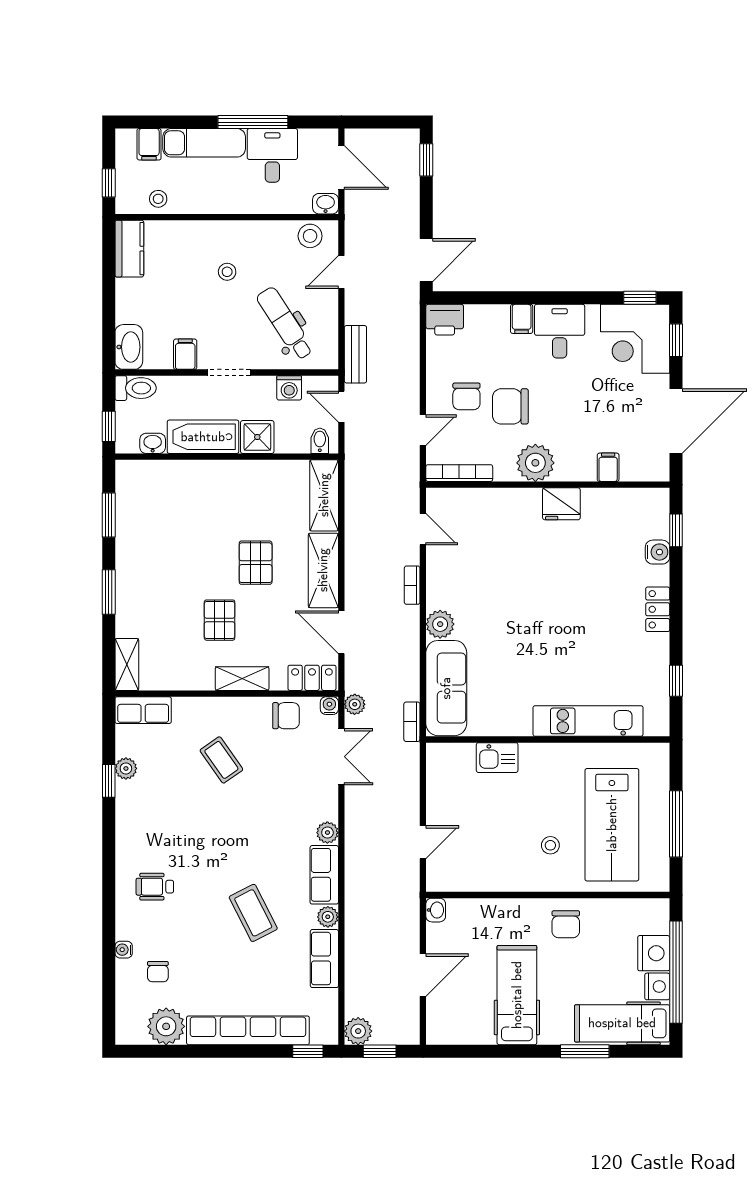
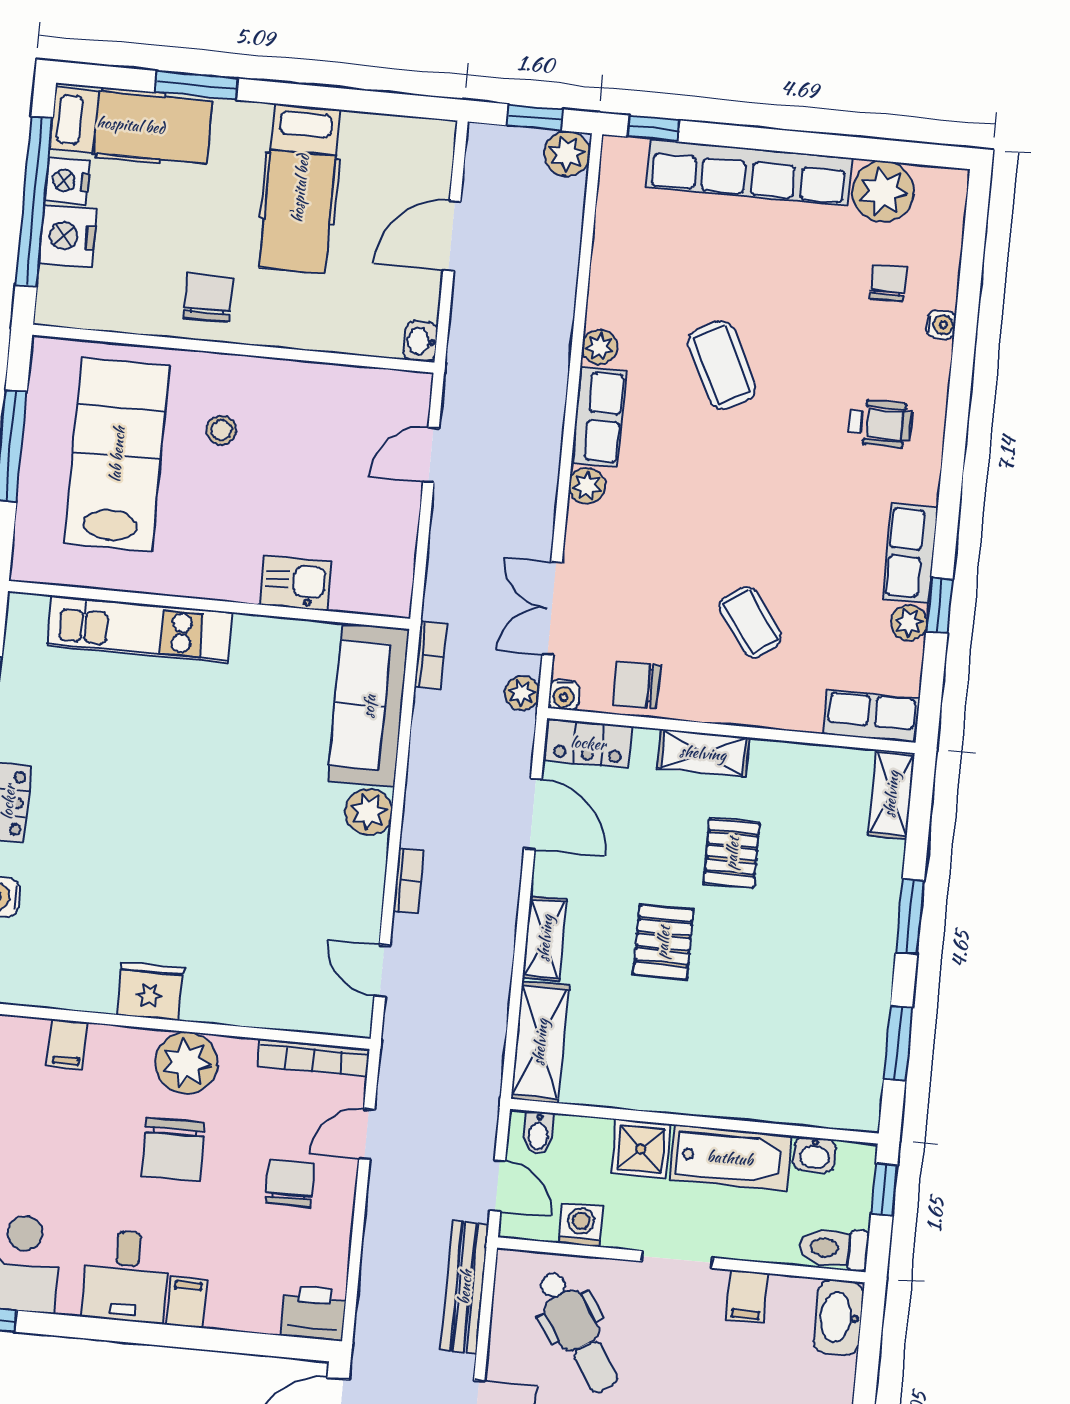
bench: (355, 354) -> (465, 1287), width x1.36
chair: (510, 406) -> (173, 1149), moved, turned 90
shelving: (323, 570) -> (545, 938), width x0.67, depth x0.75
row of seats: (324, 959) -> (911, 553), moved, turned 180

